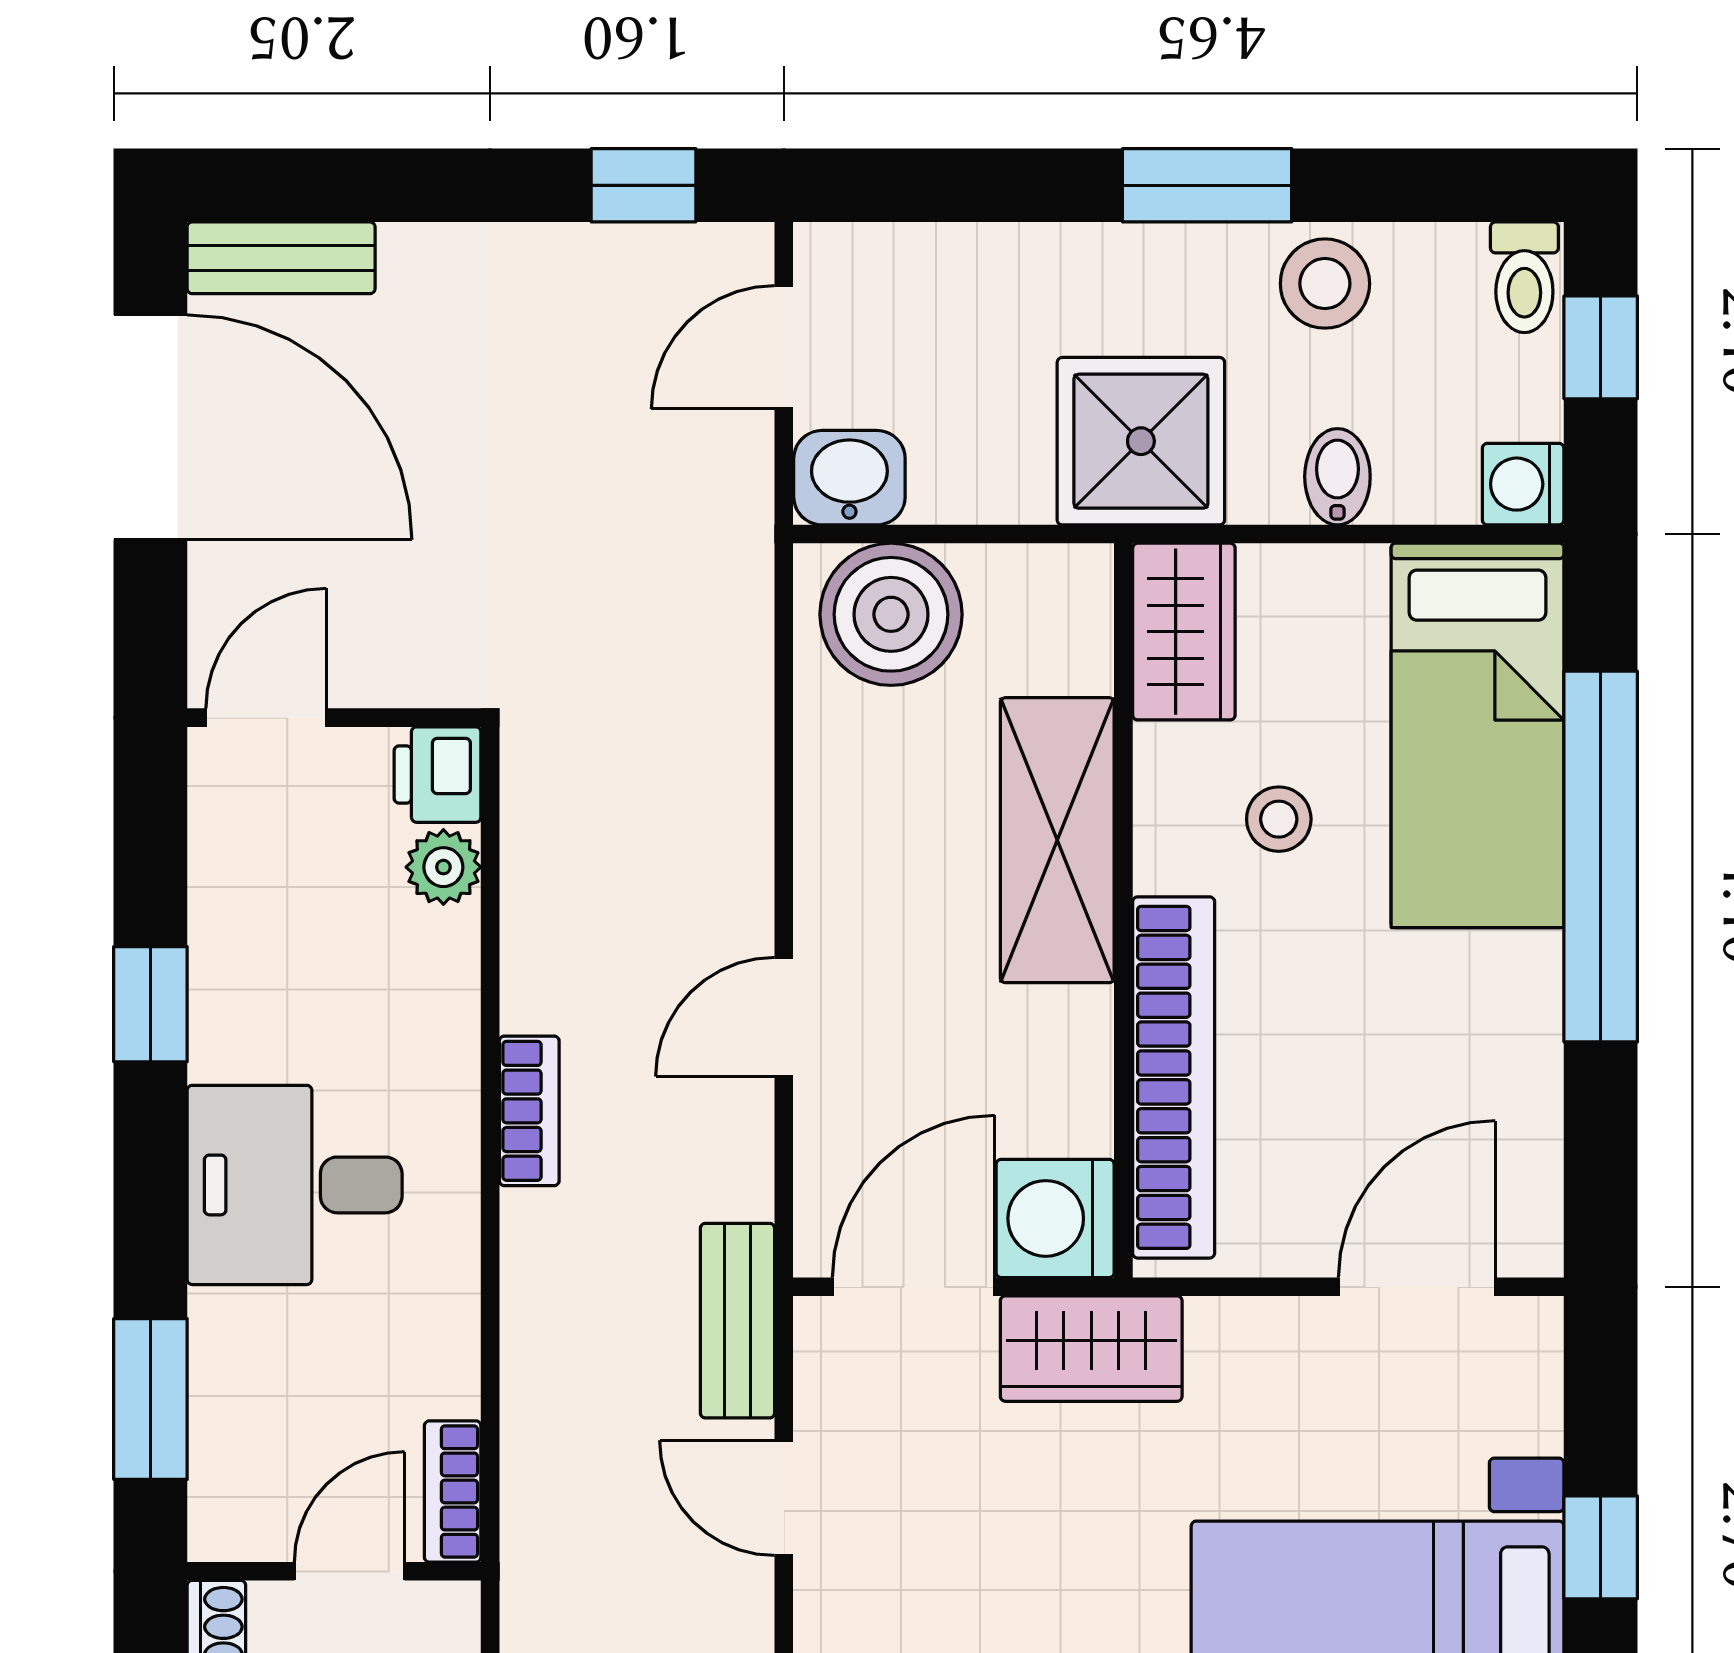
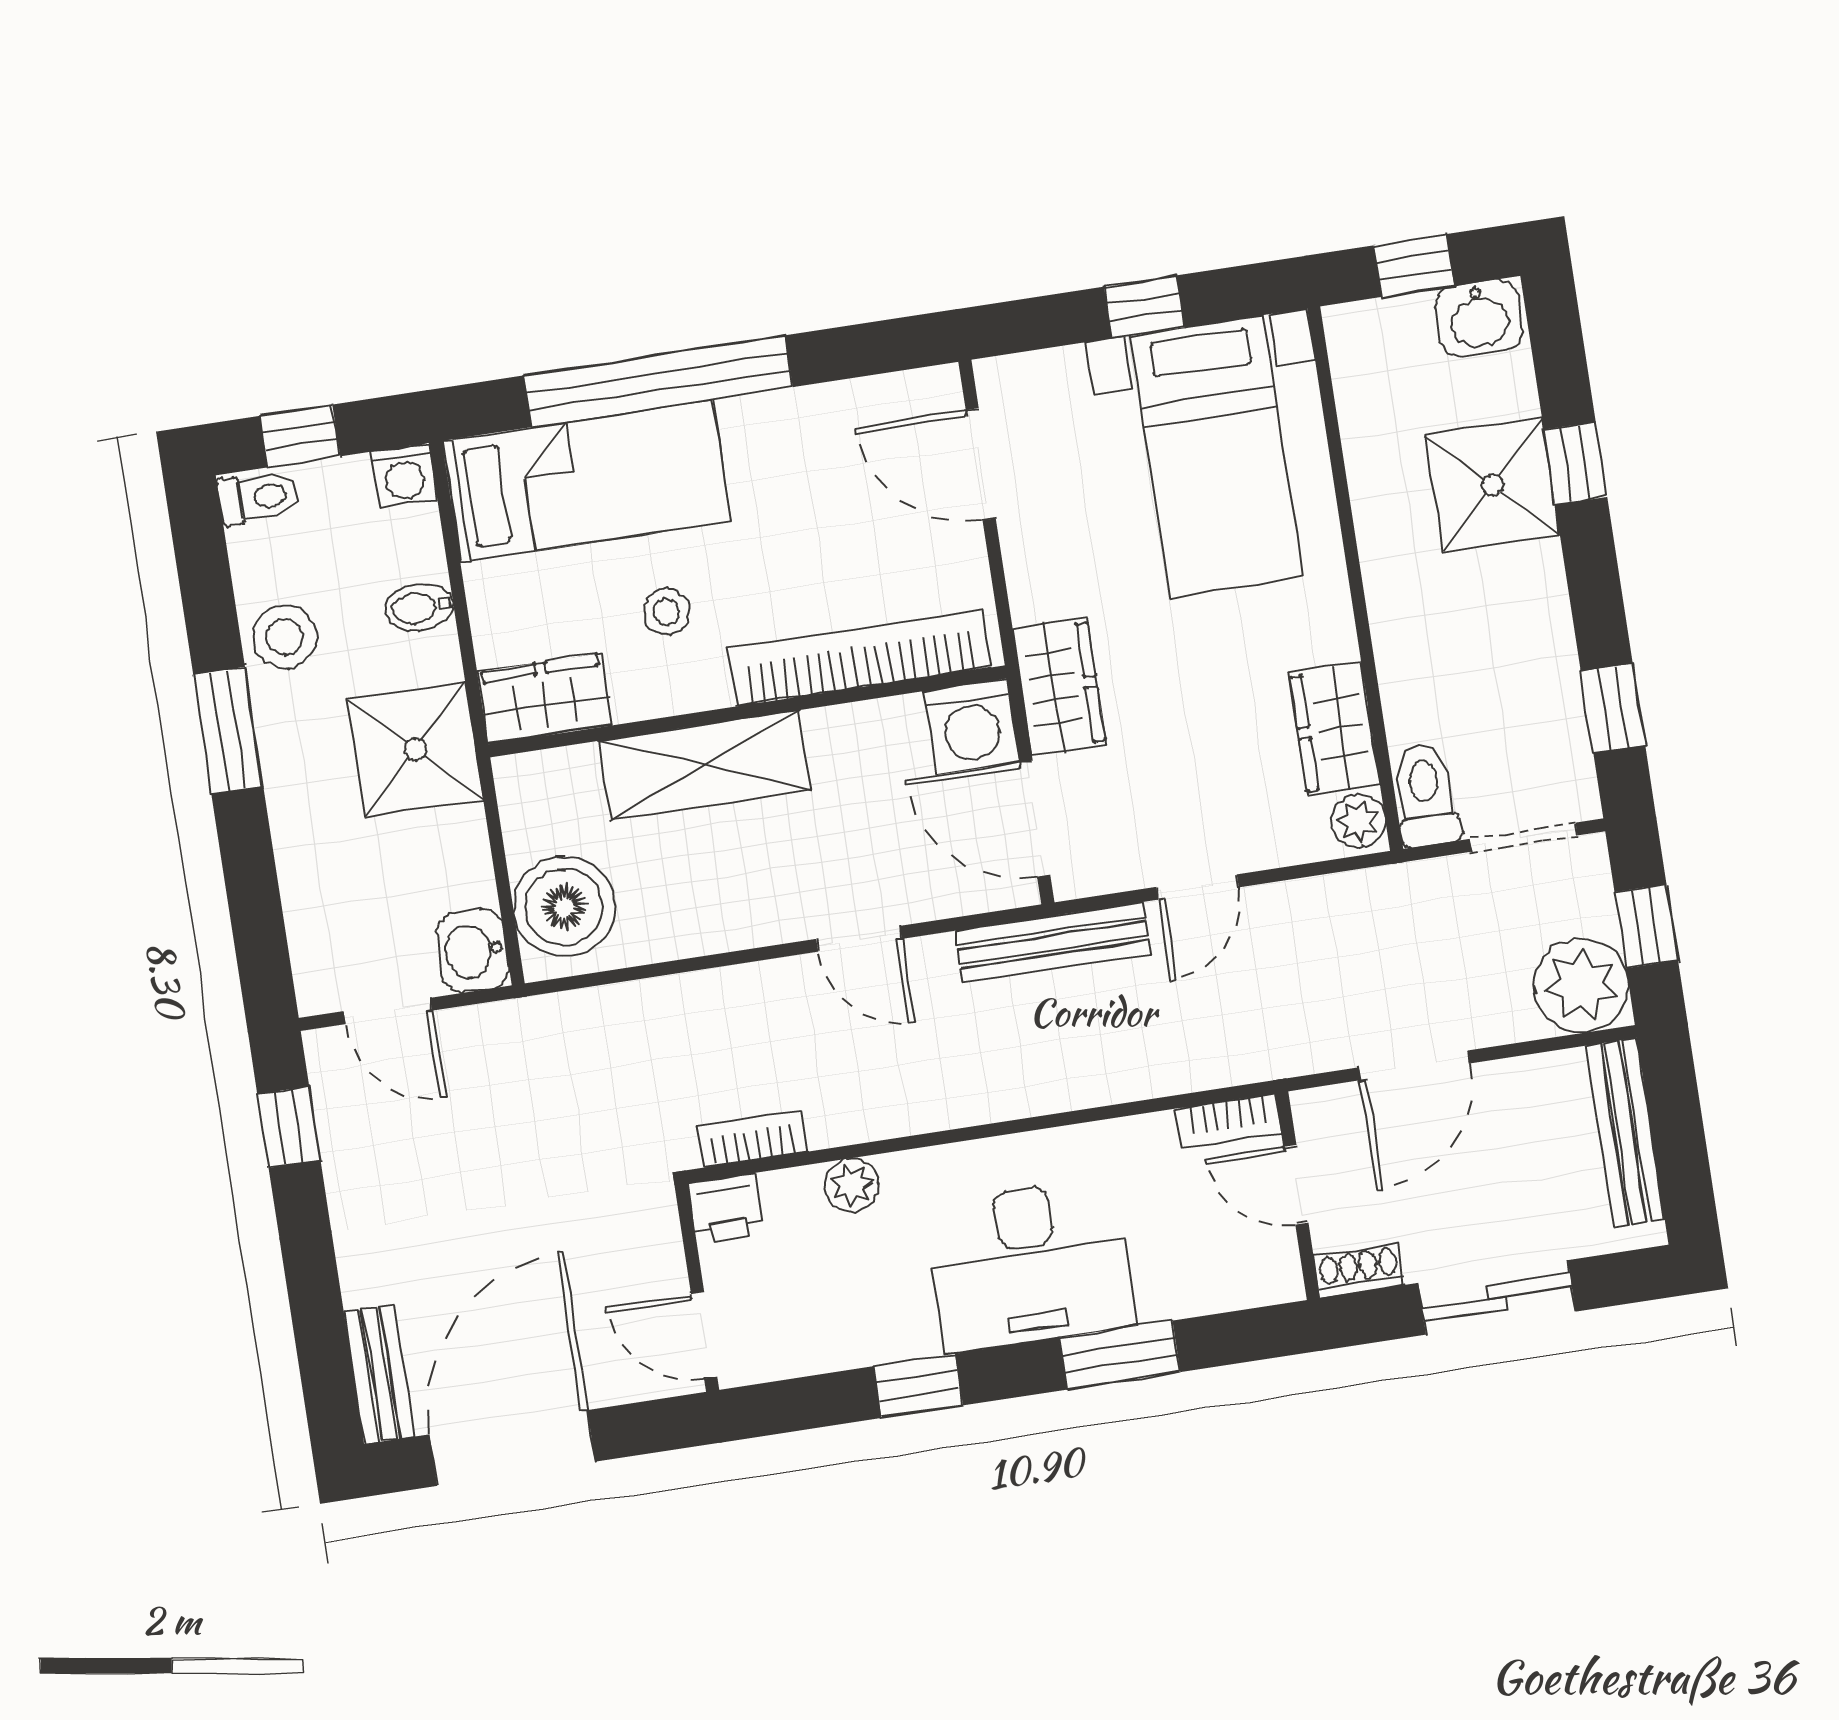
plant: (443, 867) -> (852, 1185), moved
bookcase: (529, 1111) -> (752, 1139), moved
desk: (295, 1185) -> (1030, 1265), width x1.37
bench: (737, 1321) -> (1053, 943), width x1.36
window: (150, 1399) -> (1120, 1355), moved

